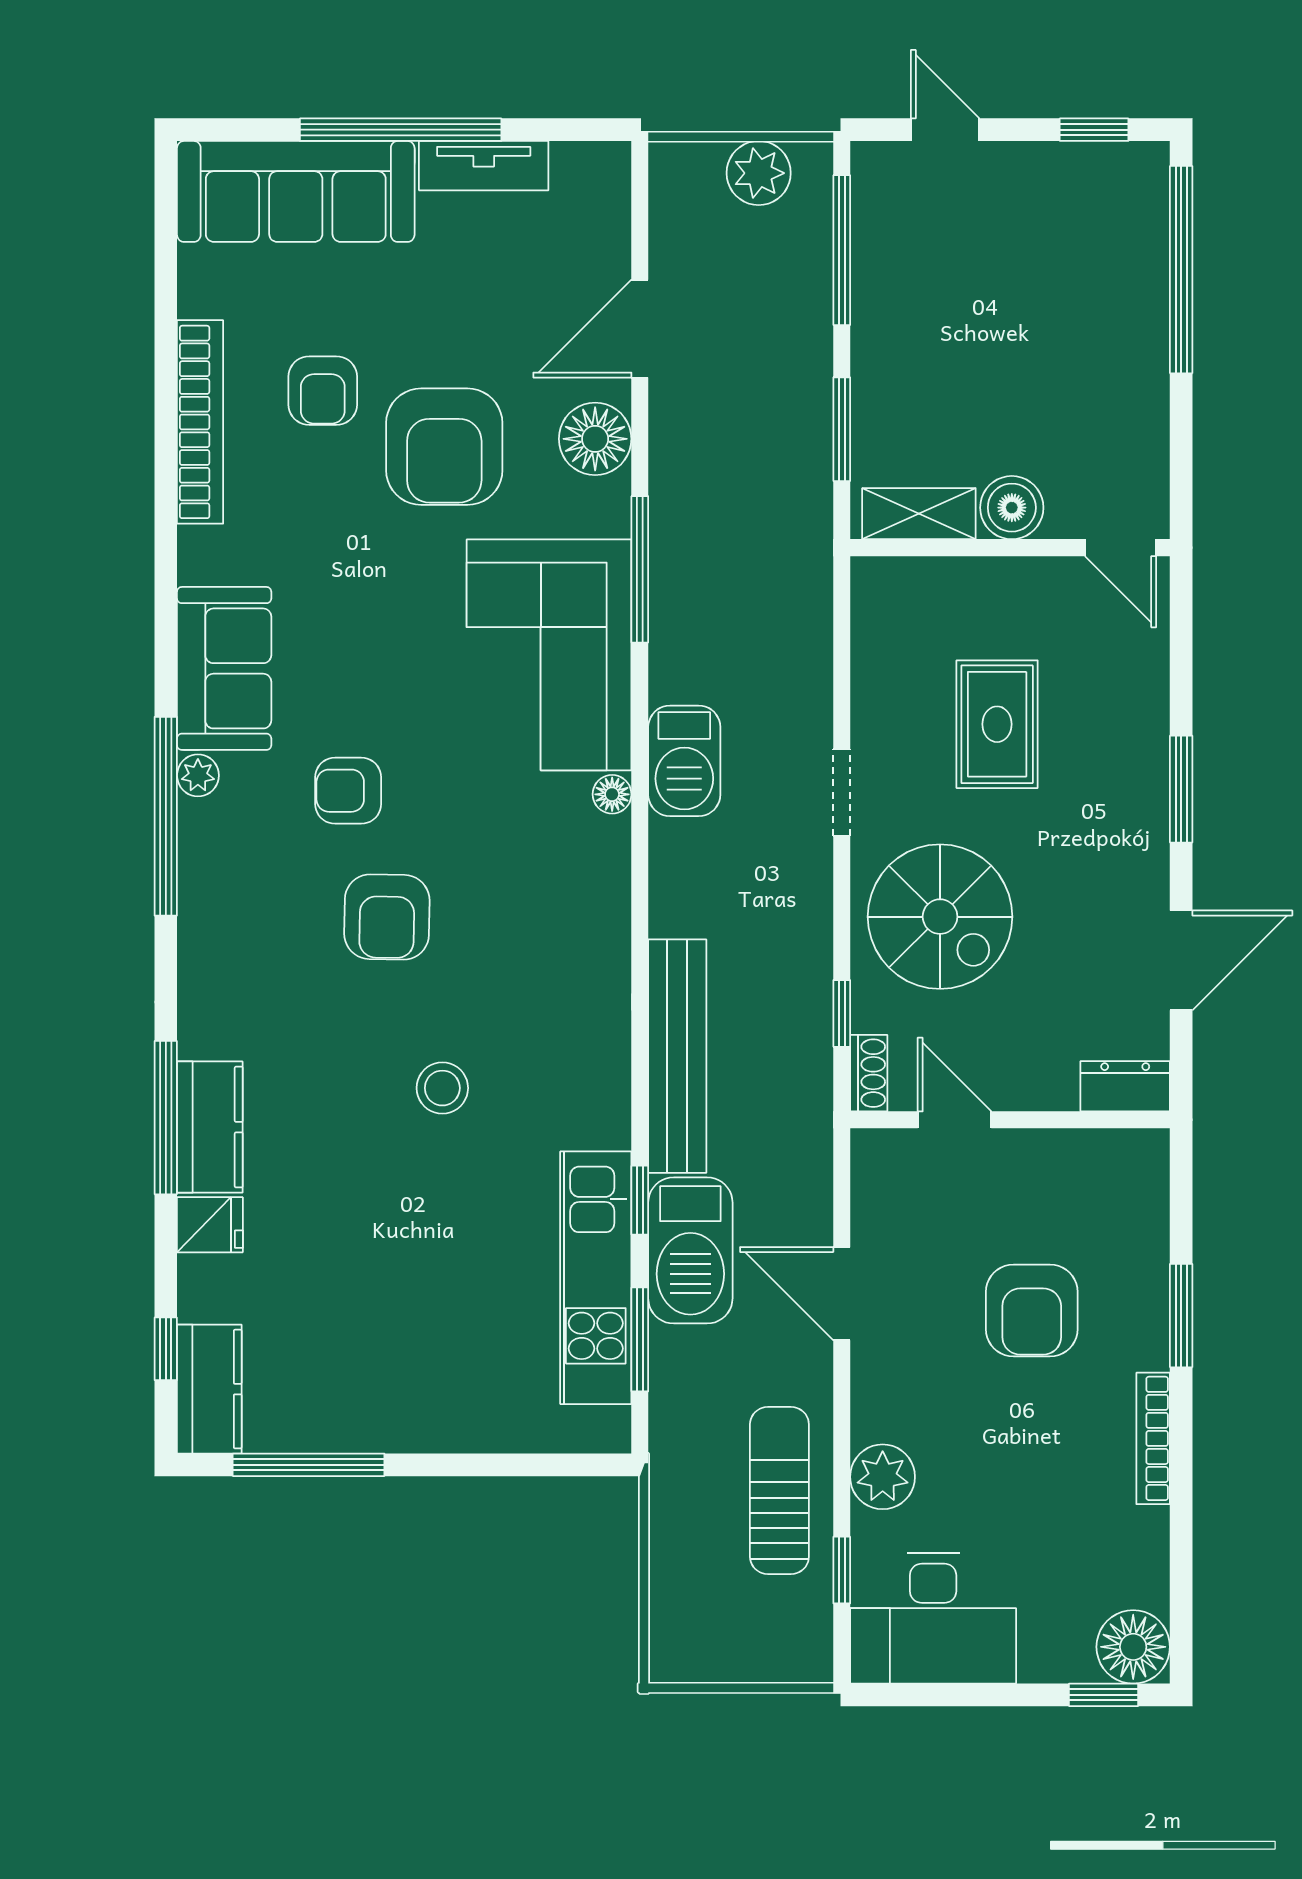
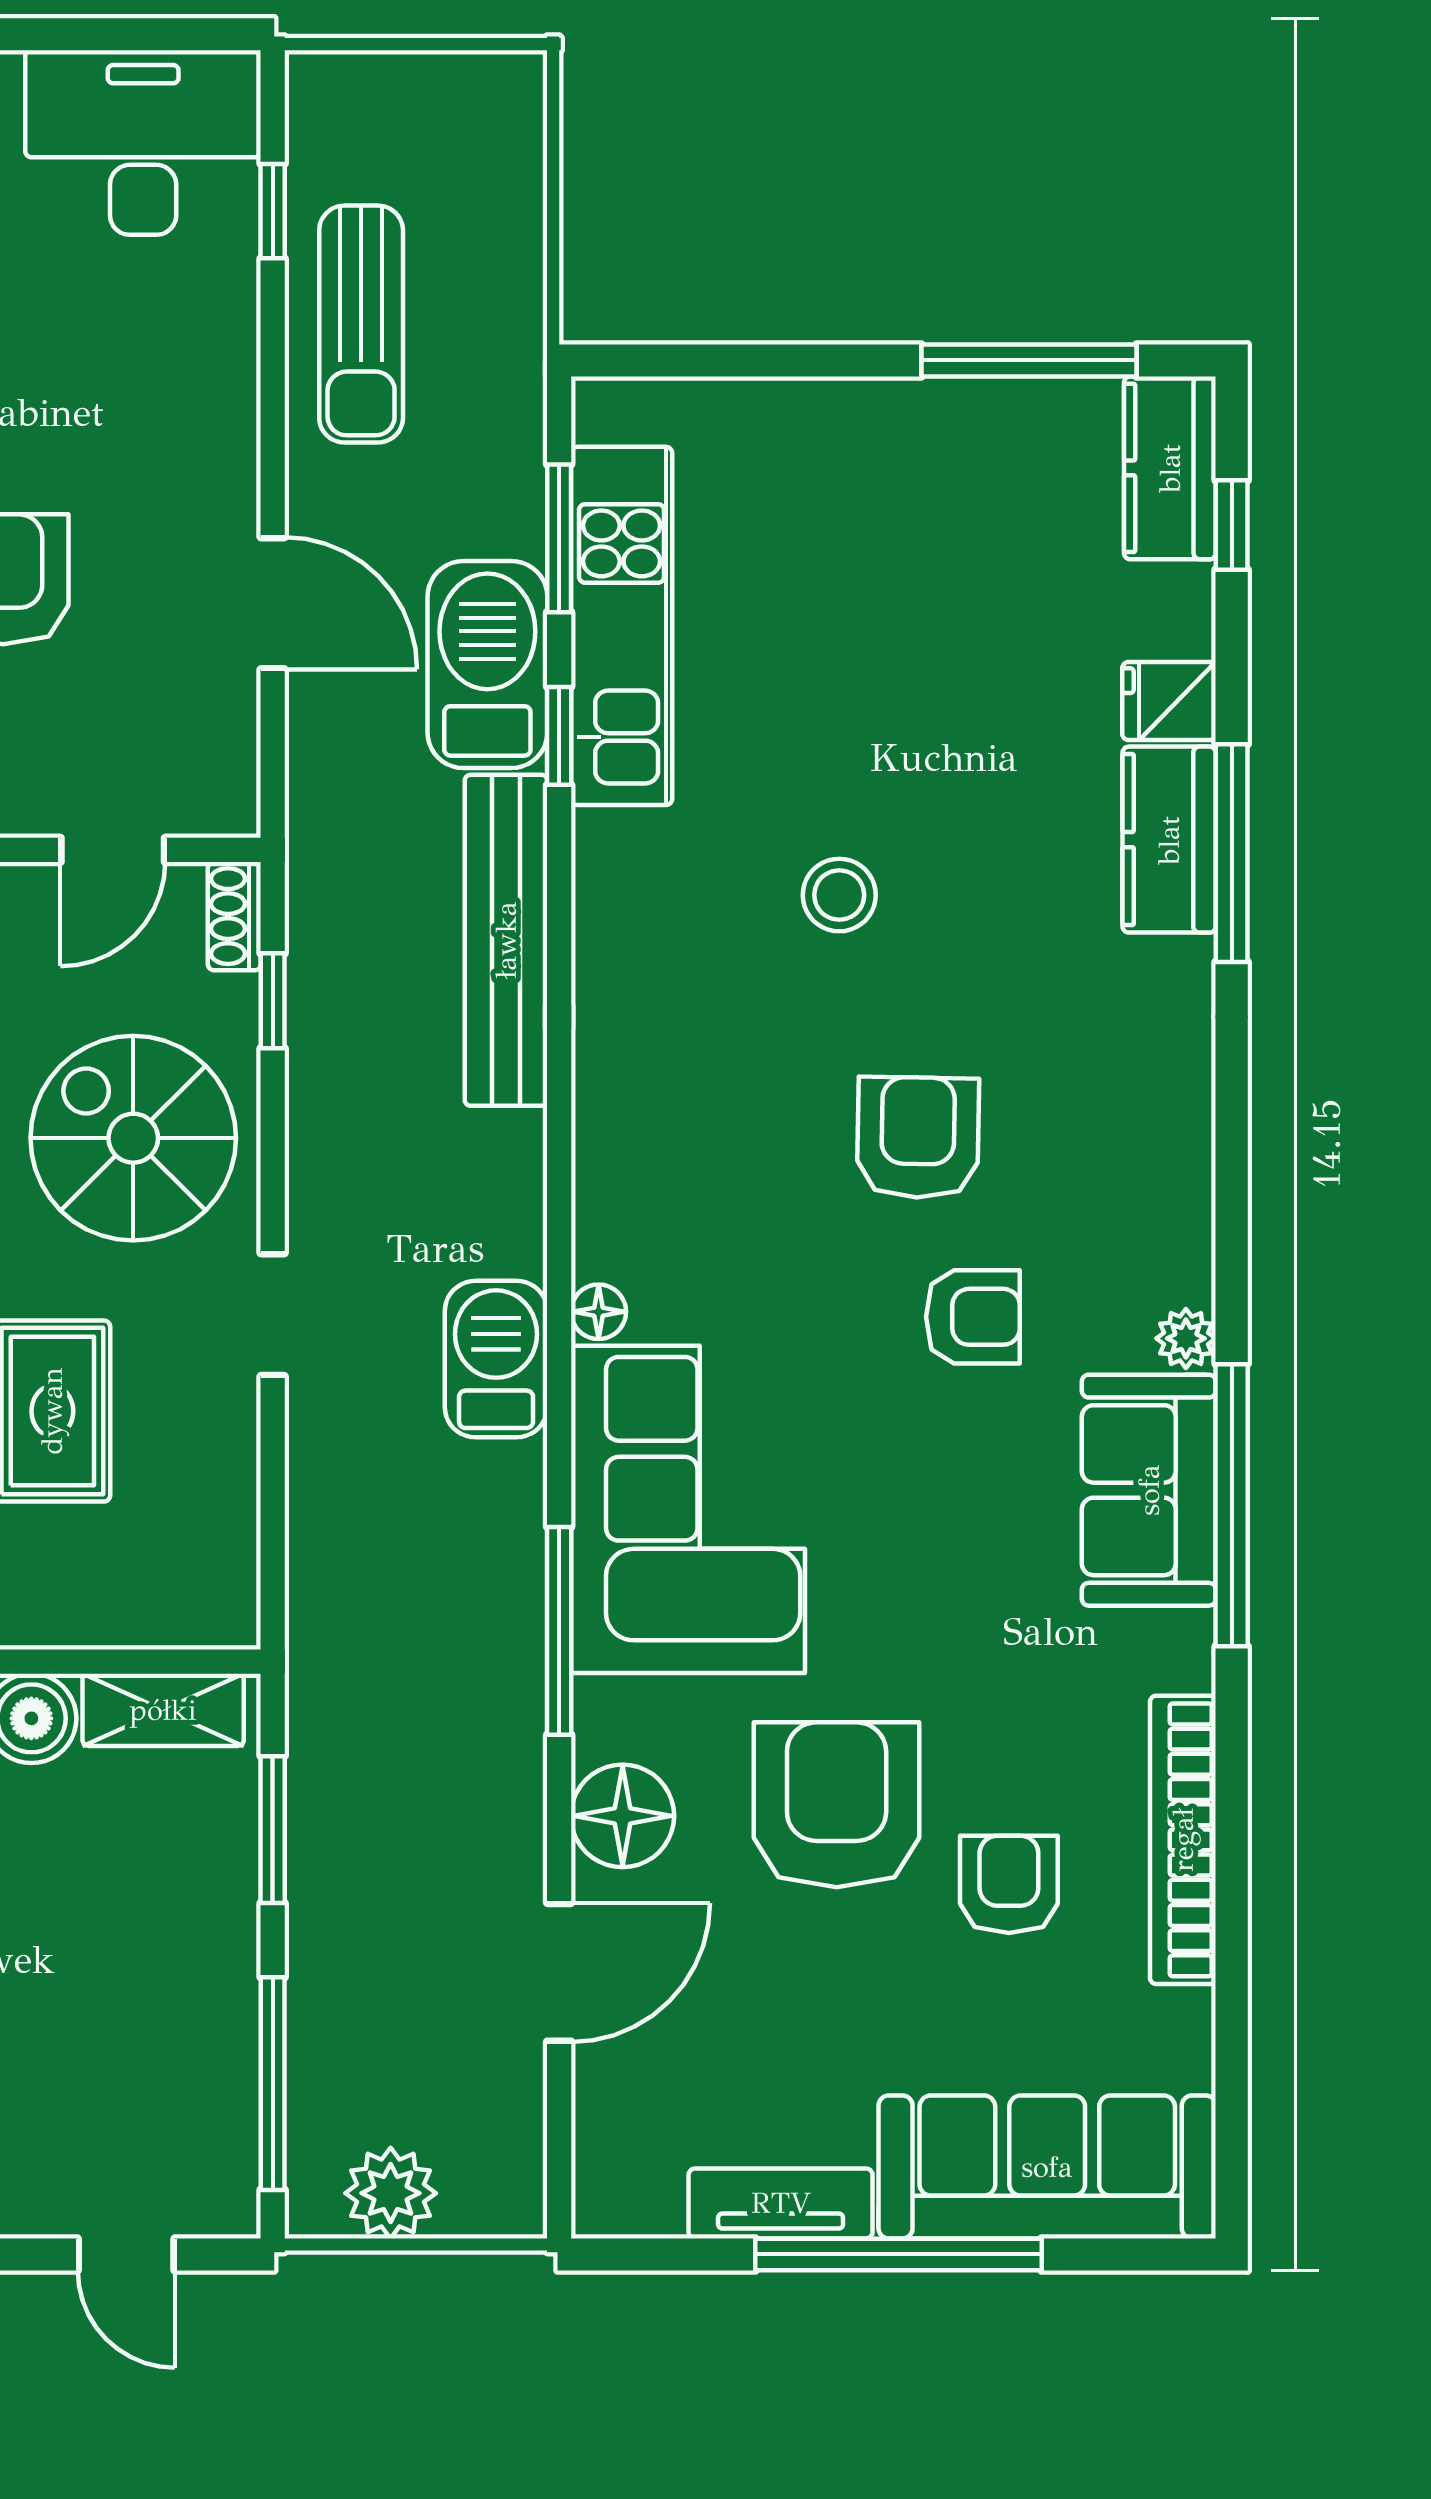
window: (166, 816) -> (1232, 1505), moved
door: (954, 1120) -> (113, 850), hinge flipped
plant: (883, 1477) -> (215, 343), removed

